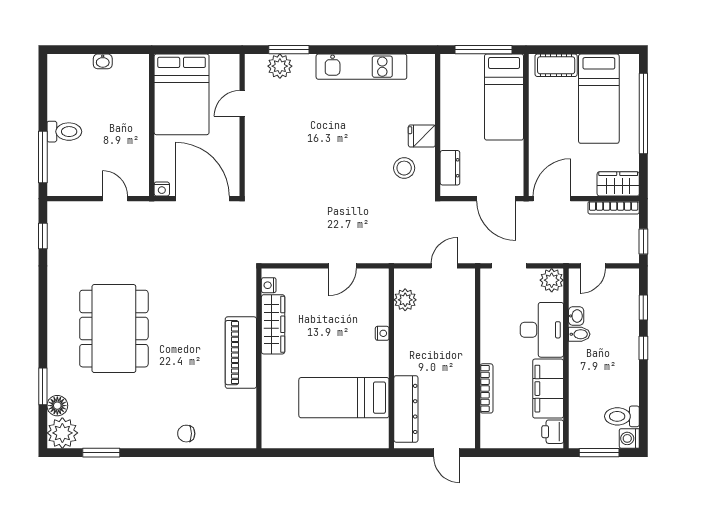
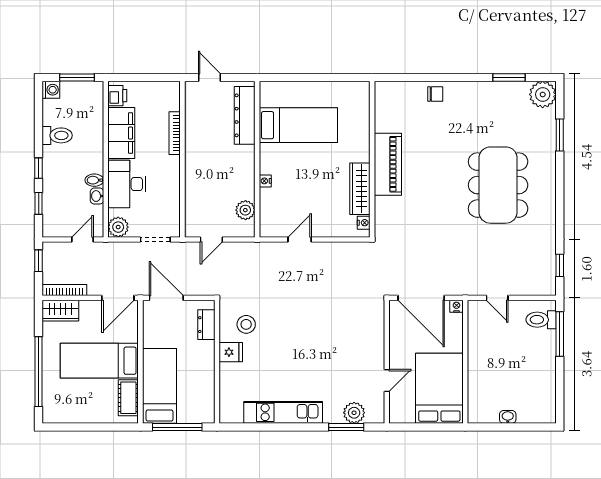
cot: (556, 65) -> (128, 398), moved, turned 90
bed: (599, 99) -> (99, 361), moved, turned -90
toilet: (64, 132) -> (541, 320), moved
floor lamp: (57, 406) -> (547, 118), removed
toilet: (622, 416) -> (57, 135), moved

